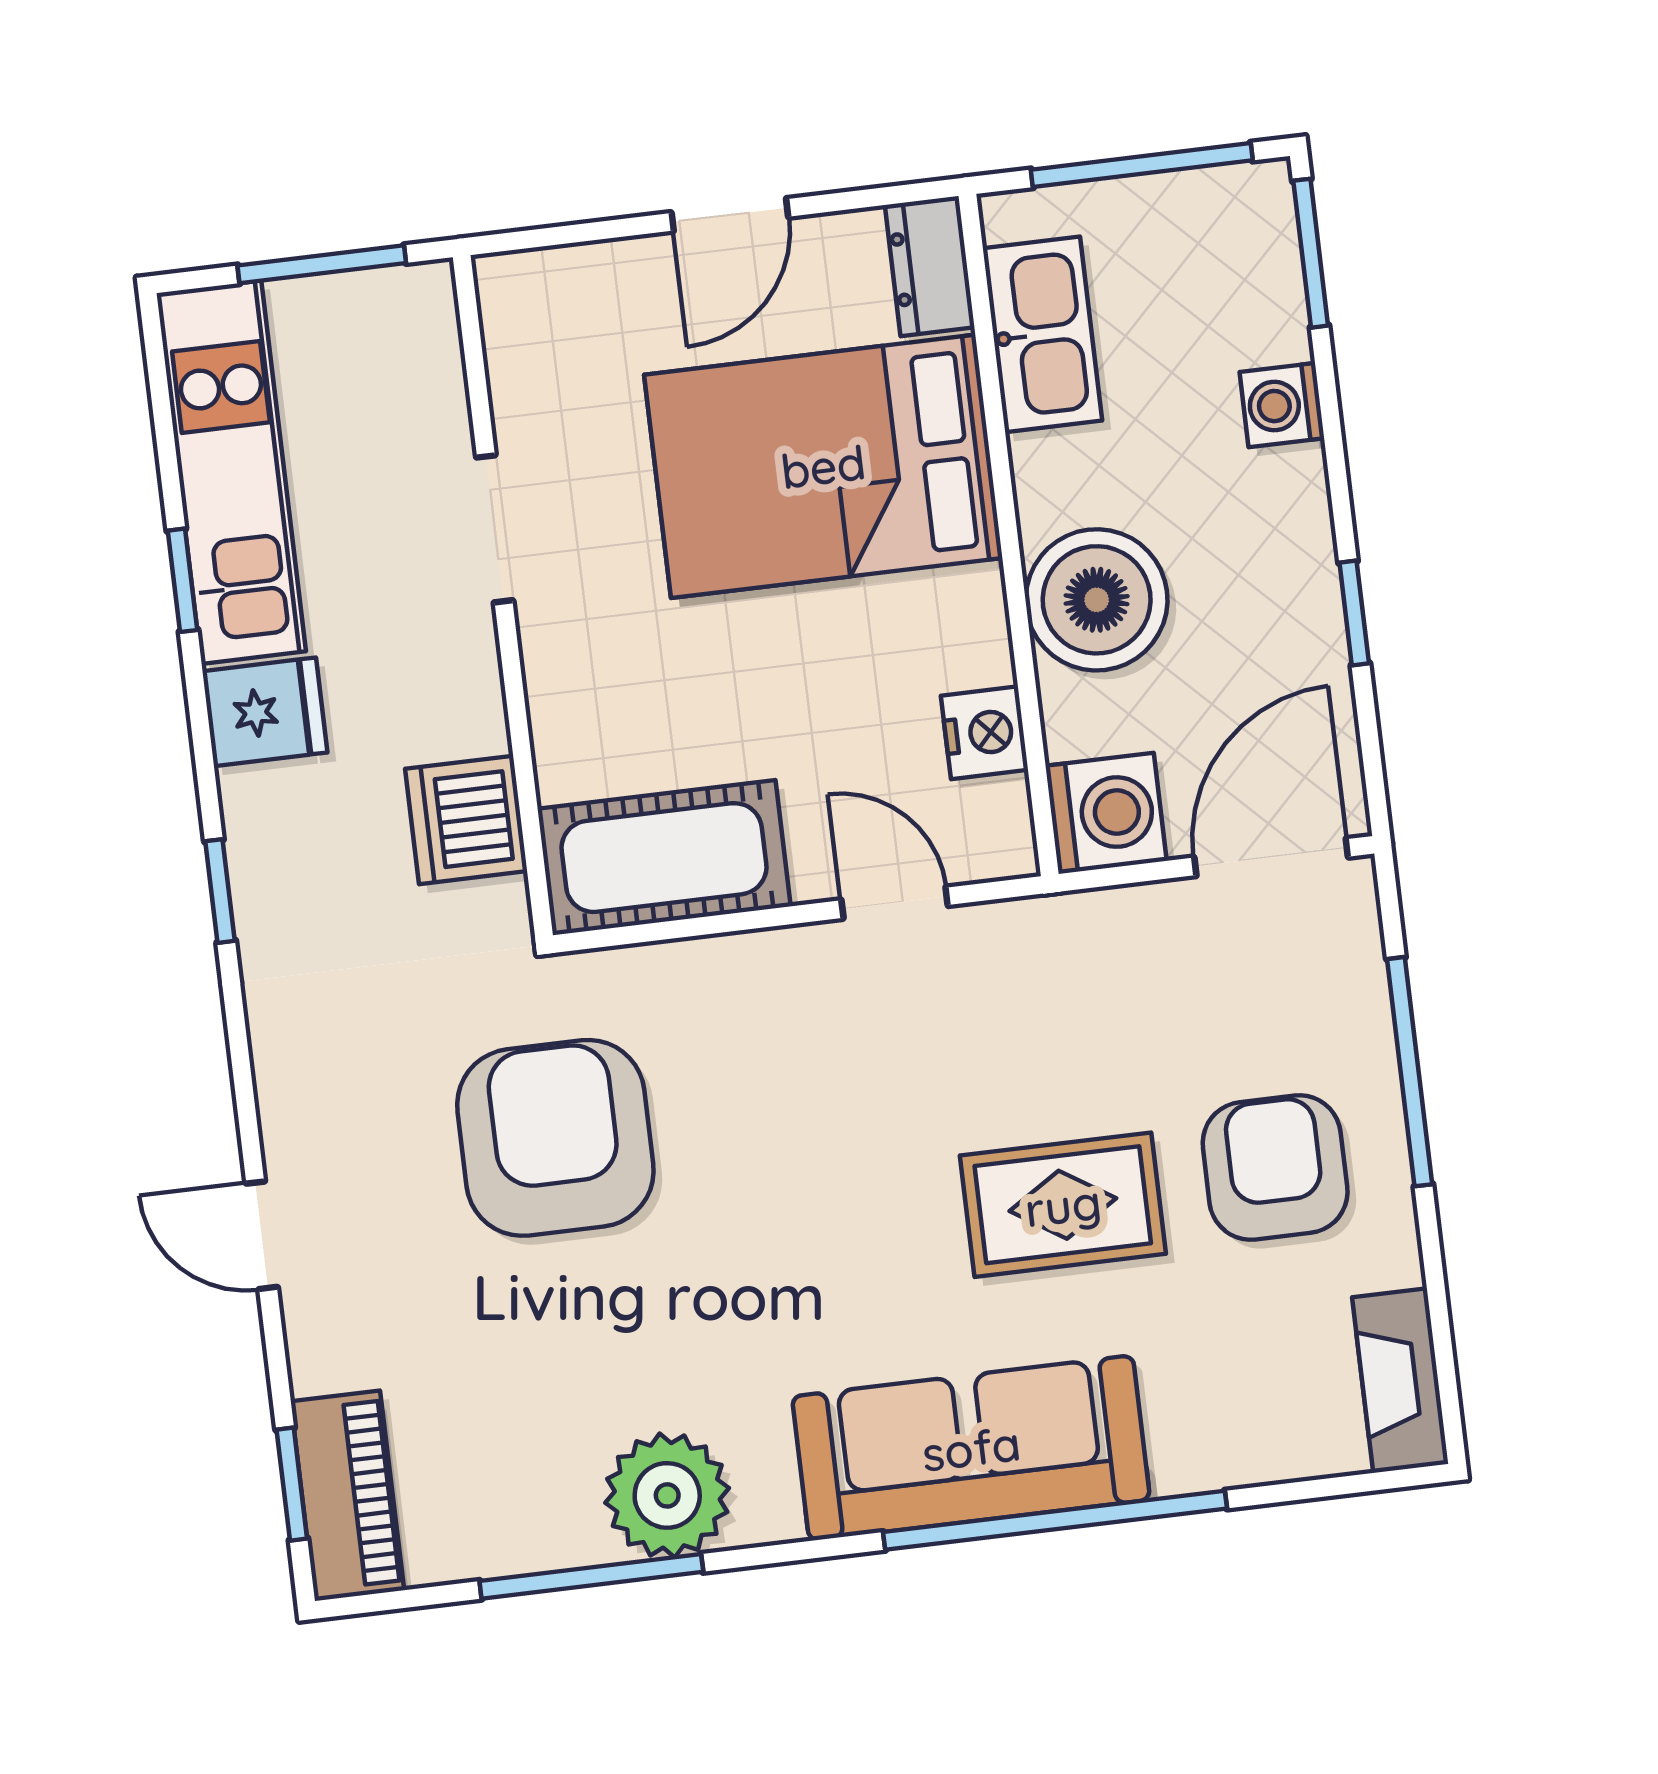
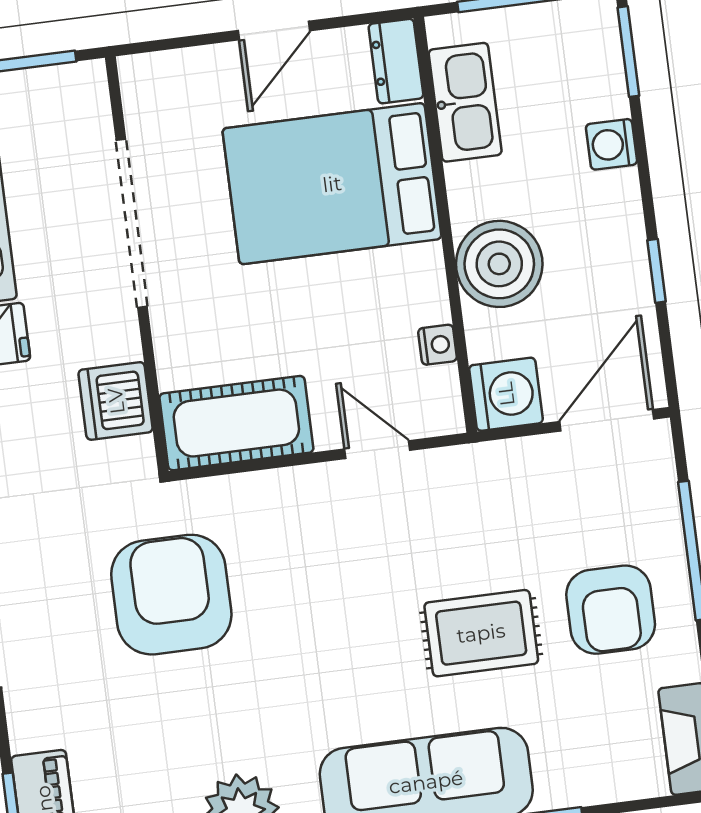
doorway: (495, 529) -> (132, 223), width x1.88
nightstand: (985, 733) -> (438, 345), width x0.72, depth x0.74
armchair: (1275, 1168) -> (611, 610), turned 180

